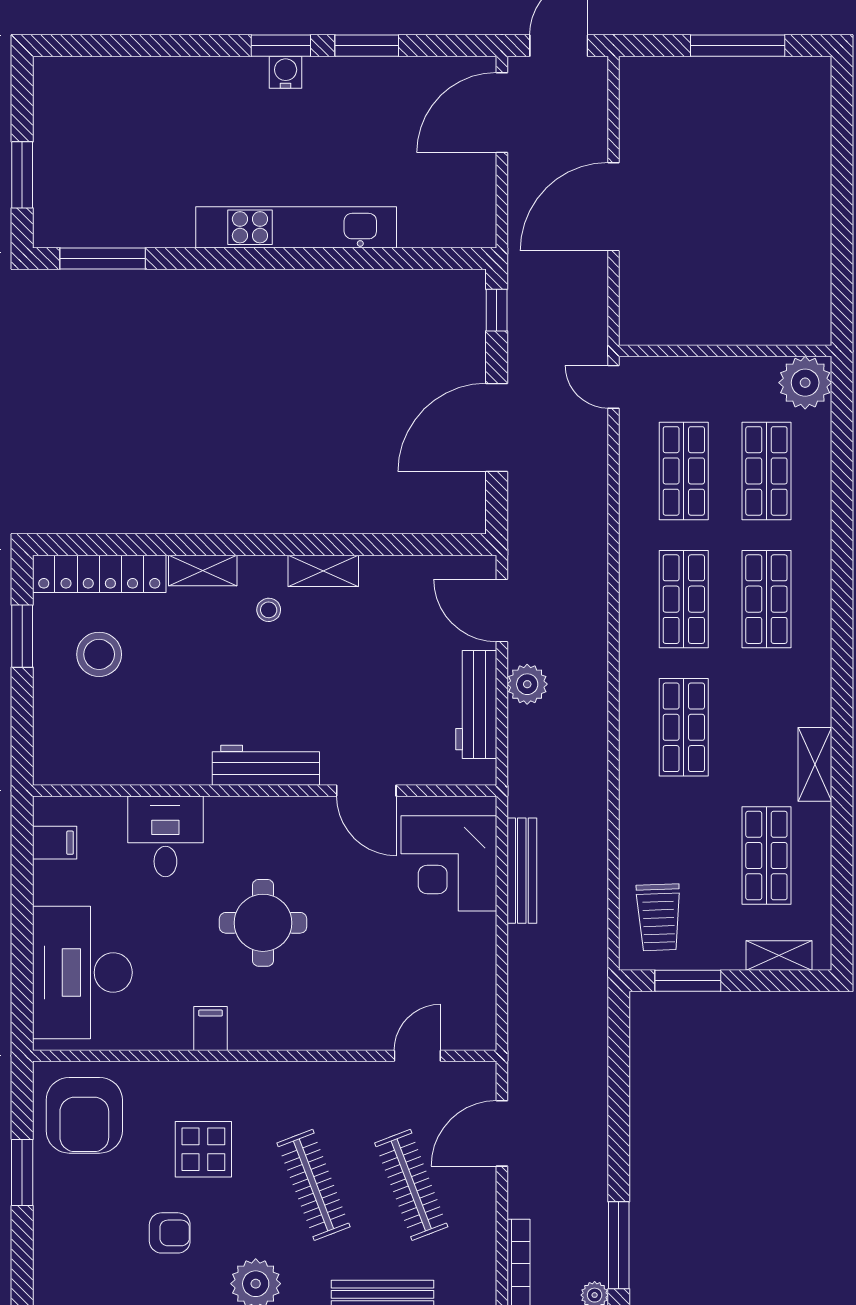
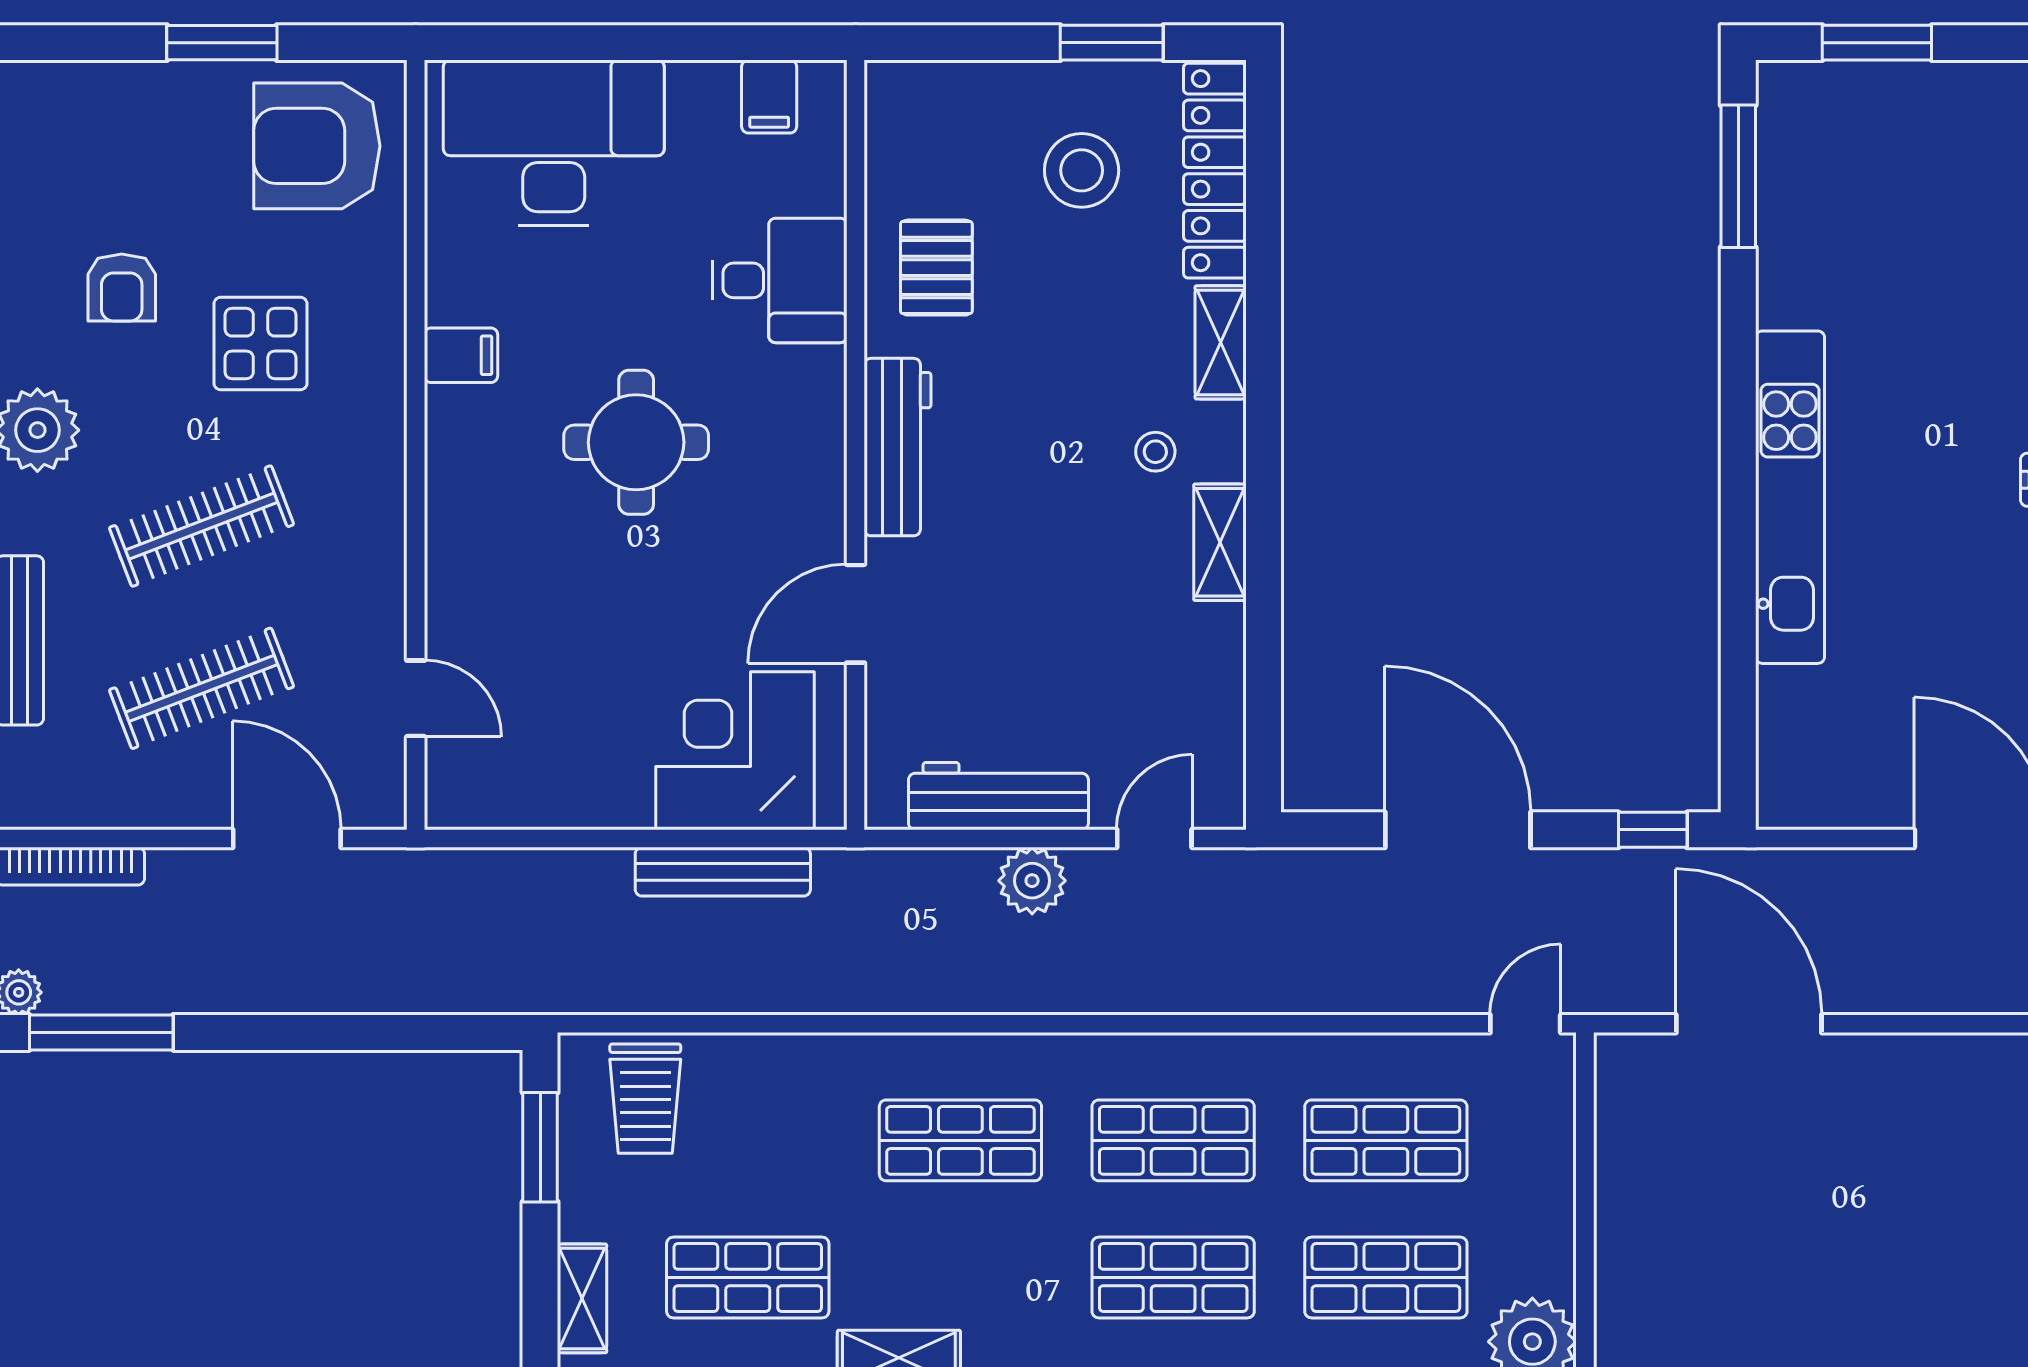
door: (613, 207) -> (1749, 1024), moved
door: (502, 610) -> (1154, 838), width x0.73
pallet: (158, 742) -> (936, 268), added
trolley: (659, 917) -> (645, 1099), turned -88

